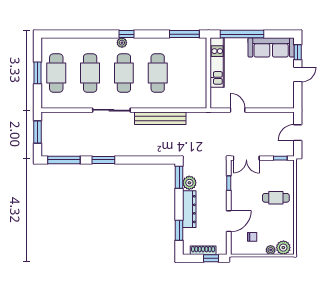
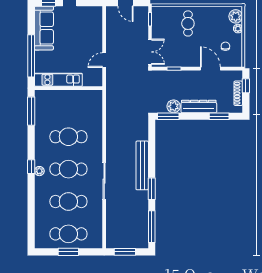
bench: (160, 118) -> (142, 165), moved

